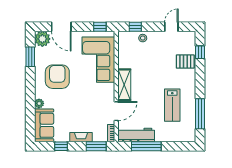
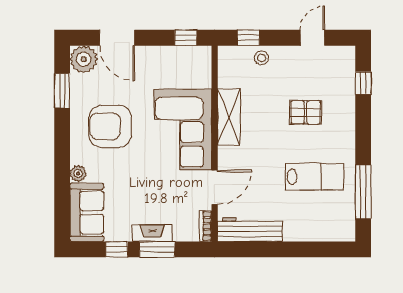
corner sofa: (98, 60) -> (183, 129), moved
pallet: (185, 62) -> (306, 112), moved
armchair: (57, 77) -> (110, 126), turned -90
shelving: (124, 85) -> (229, 117), moved
lab bench: (172, 105) -> (314, 177), turned -90
window: (96, 146) -> (157, 249), moved
window: (146, 146) -> (268, 249), removed

